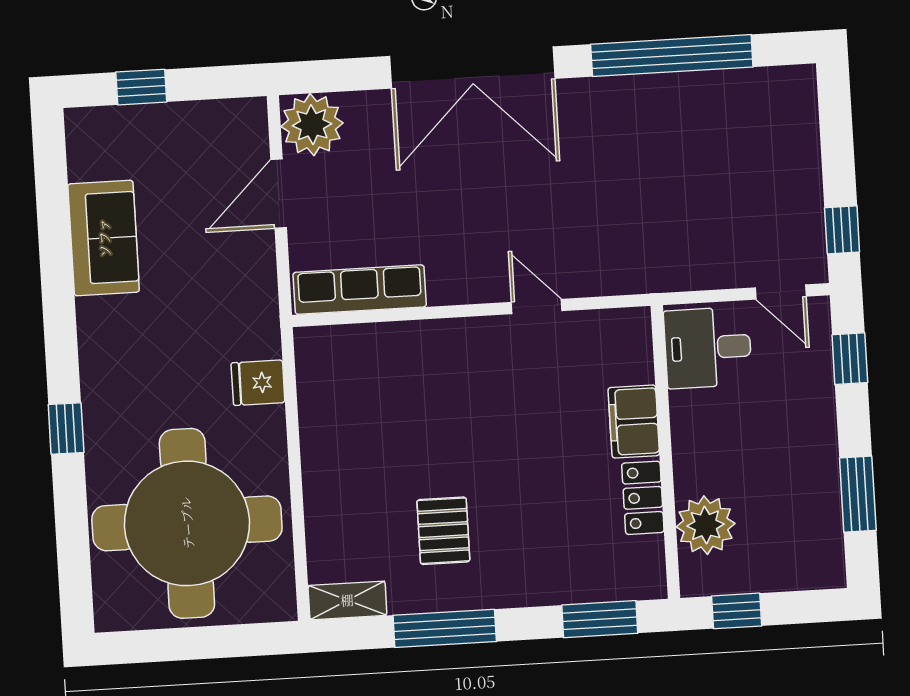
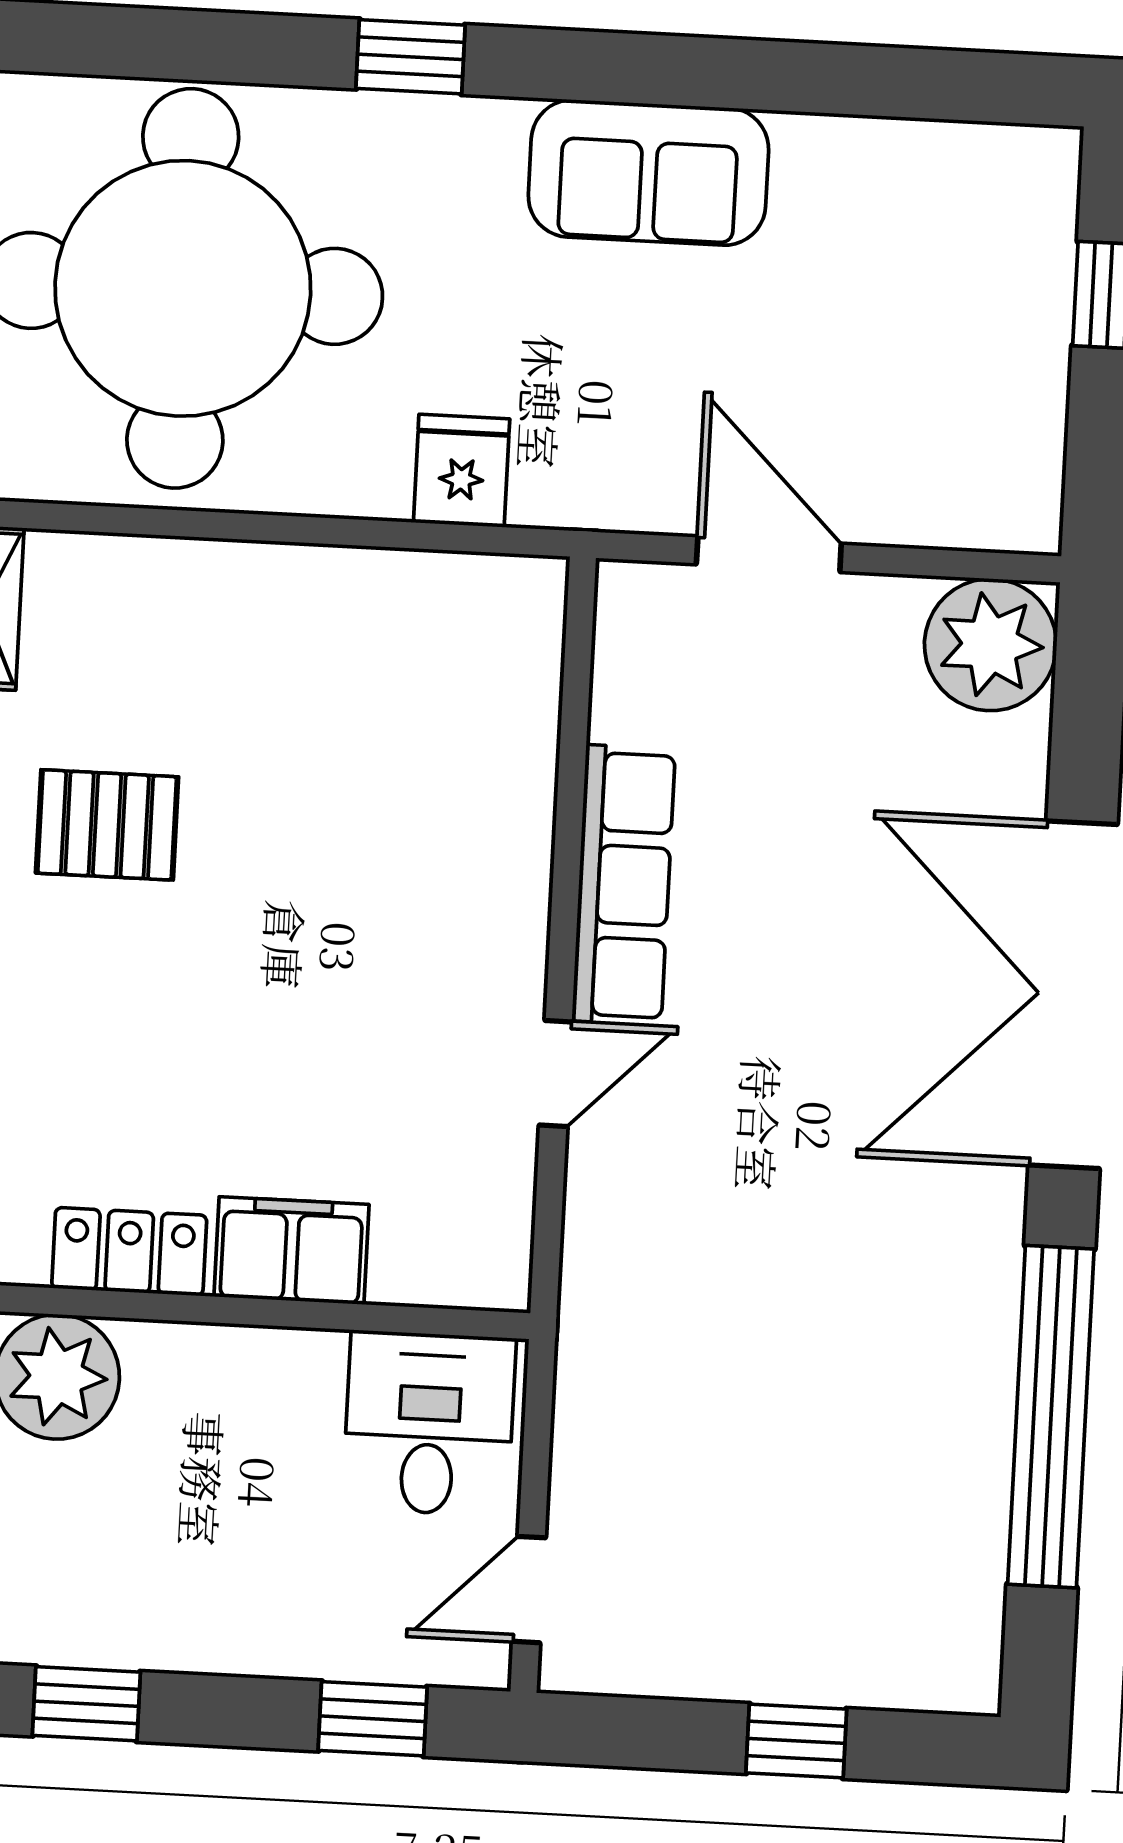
door: (279, 194) -> (769, 554), moved
window: (842, 230) -> (796, 1741), moved
sofa: (104, 238) -> (648, 173), moved
row of seats: (360, 290) -> (624, 885), moved
window: (858, 494) -> (86, 1704), width x0.67

